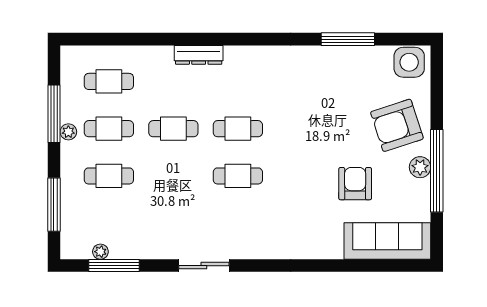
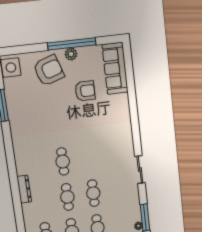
armchair: (397, 125) -> (49, 70), turned -90
cafe table: (238, 176) -> (93, 193), moved
armchair: (355, 184) -> (85, 91), turned 180

